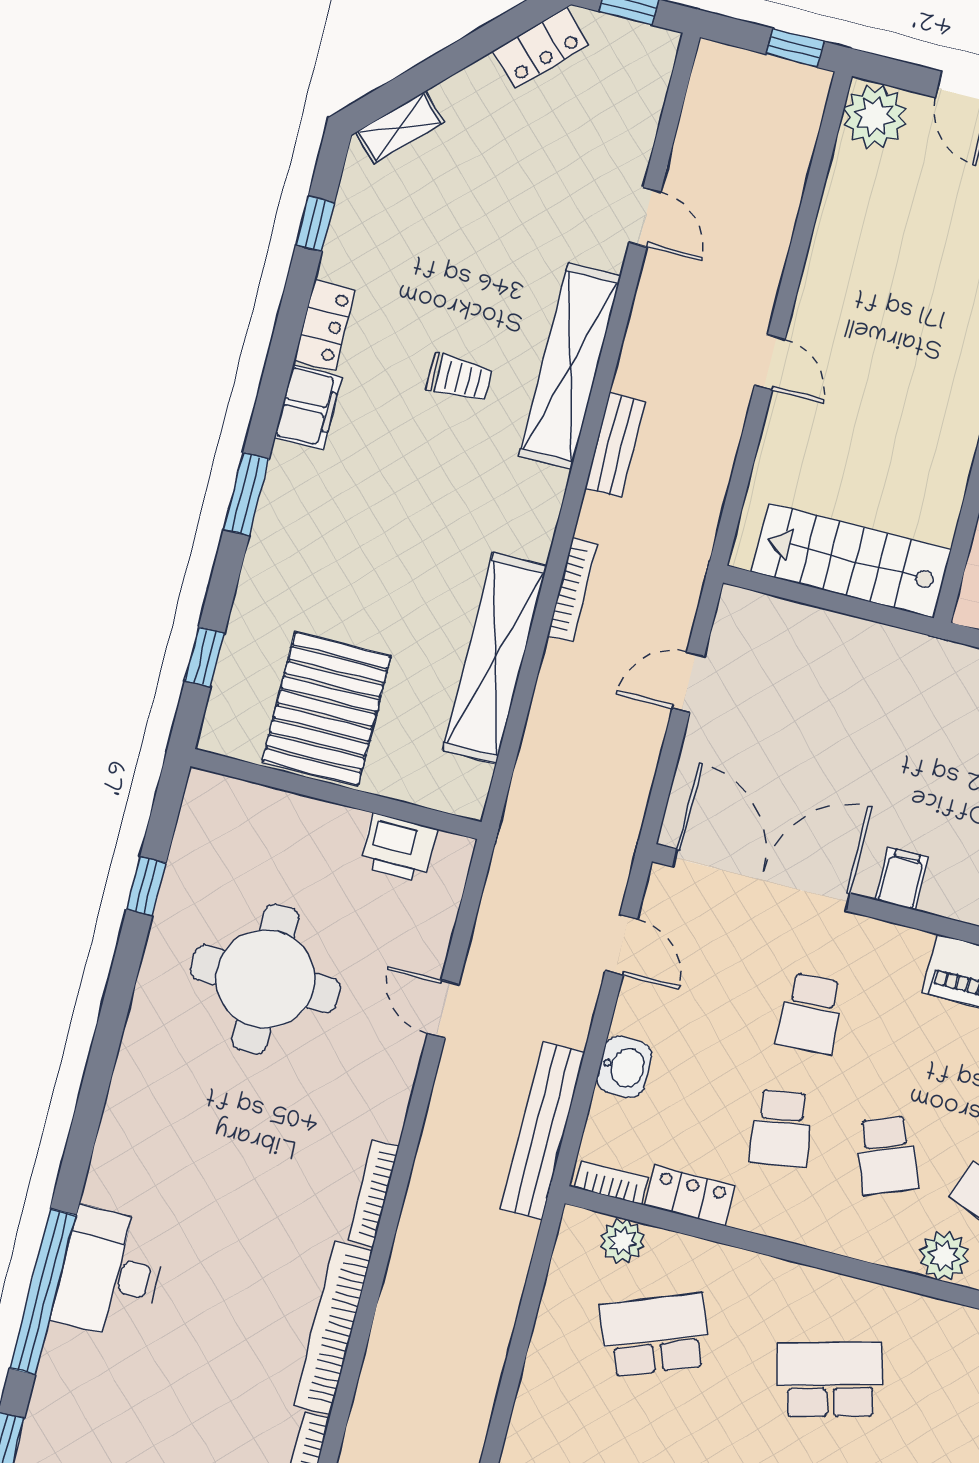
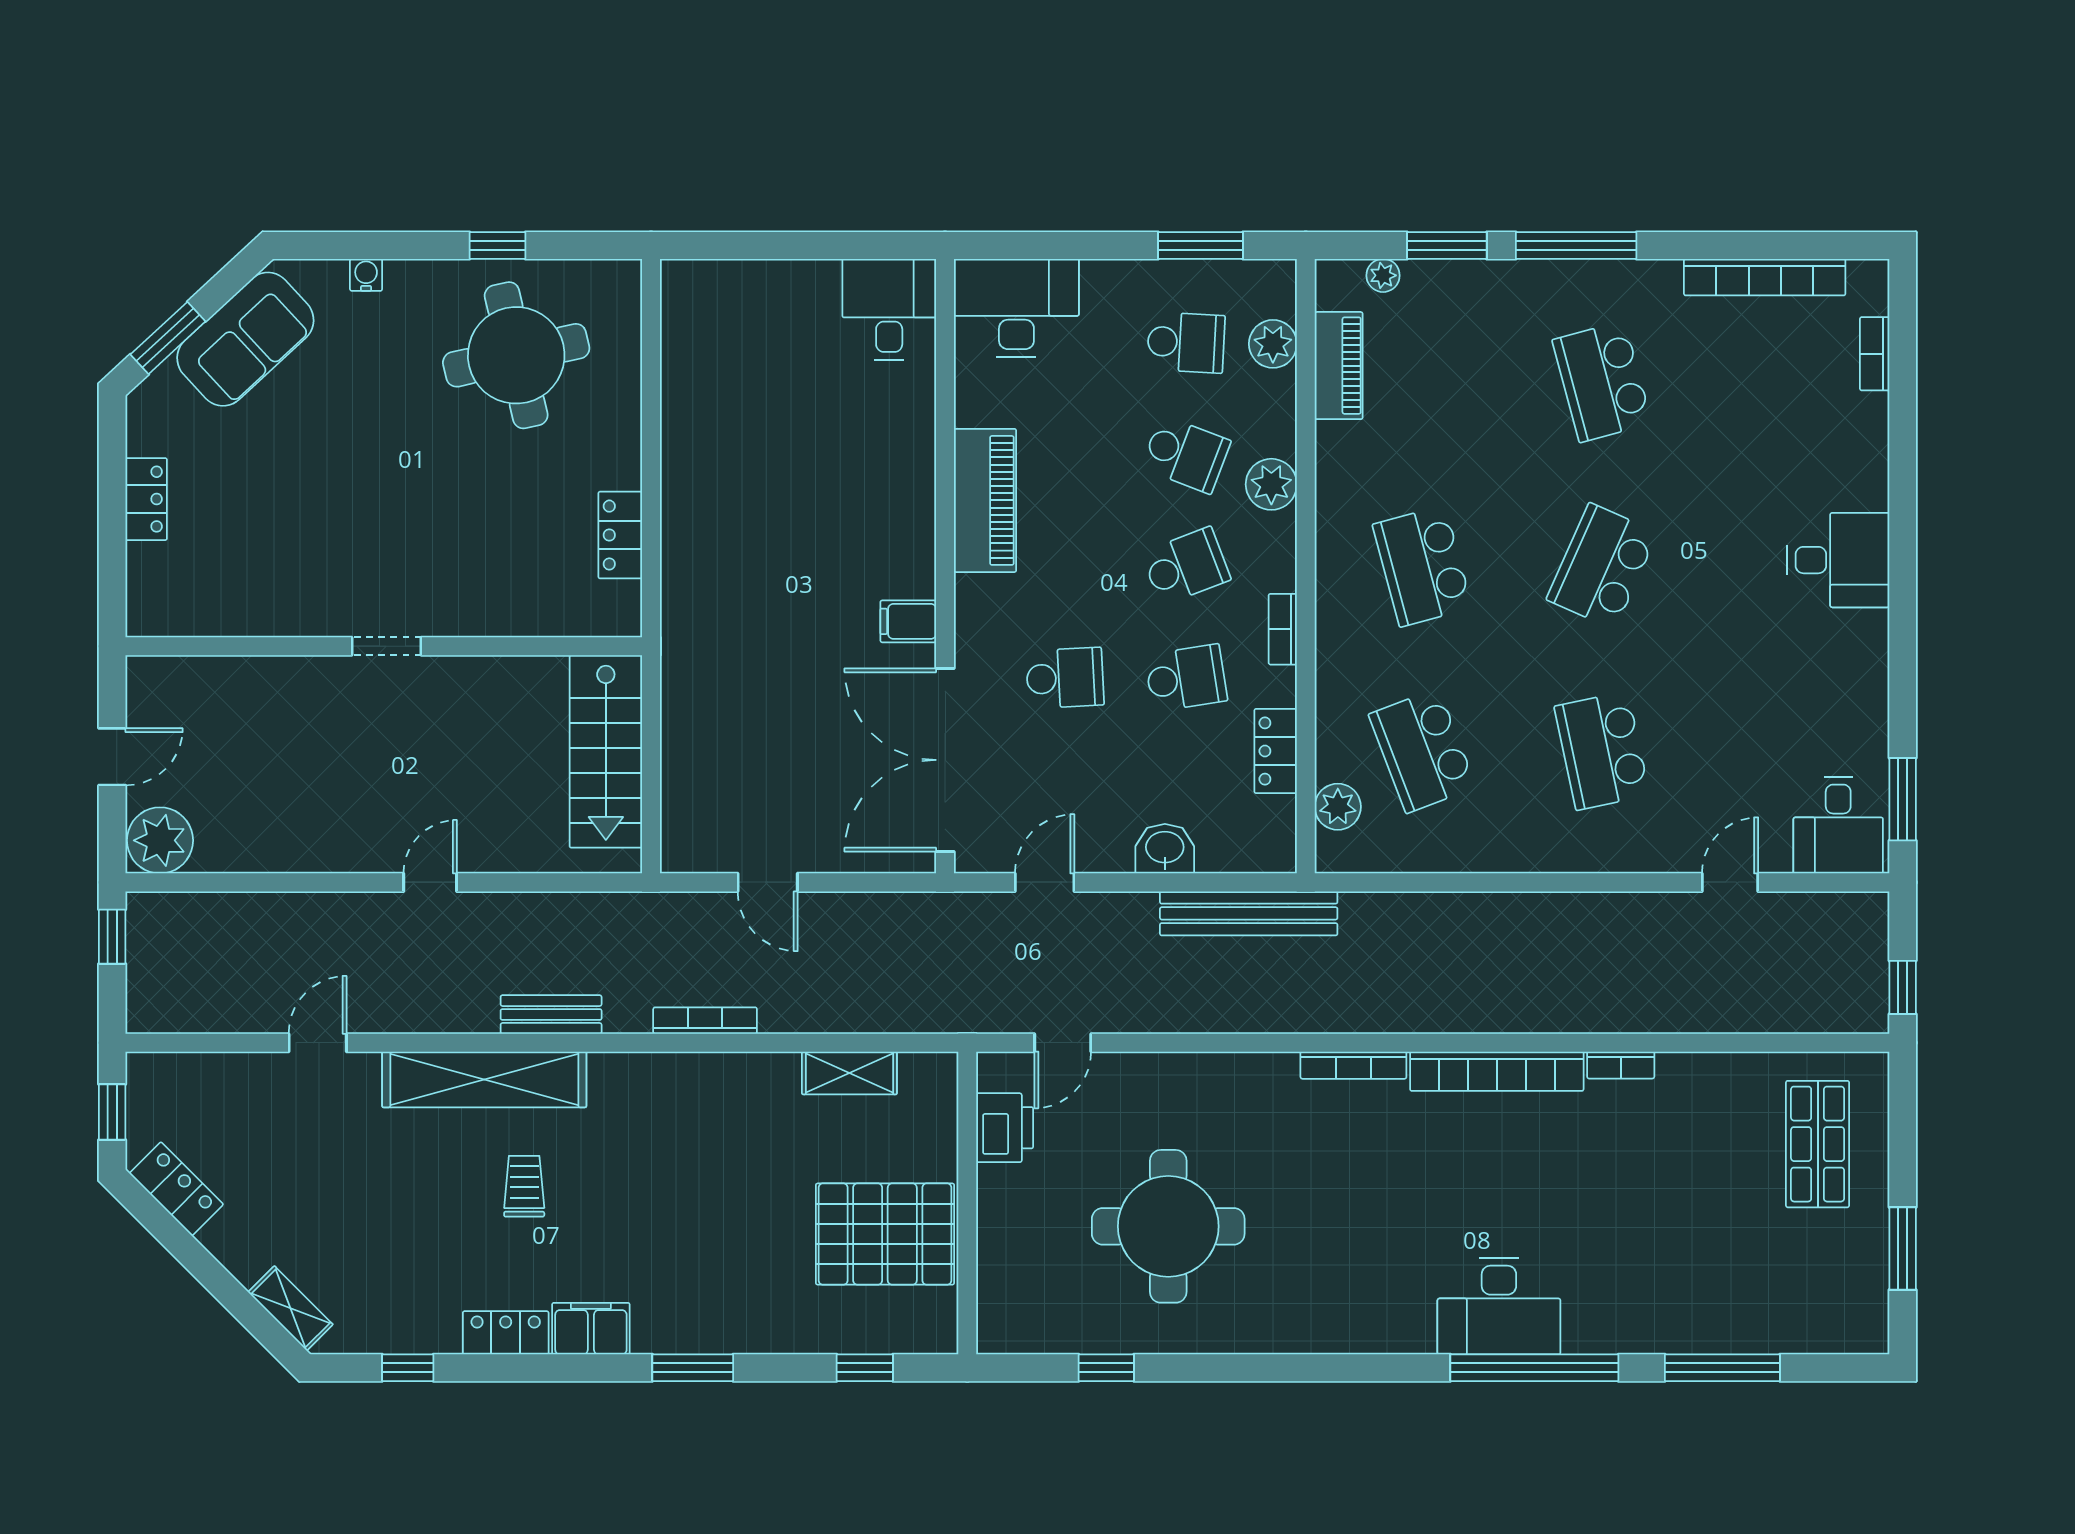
shelving: (495, 658) -> (849, 1073), width x0.45, depth x0.75
door: (443, 1009) -> (1063, 1043), moved
bookcase: (611, 1183) -> (1283, 629), moved

